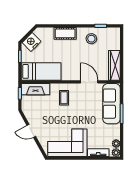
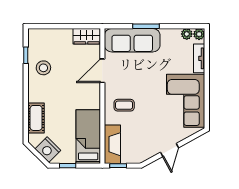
cot: (65, 33) -> (36, 118), moved
wardrobe: (114, 65) -> (87, 36), width x0.67

